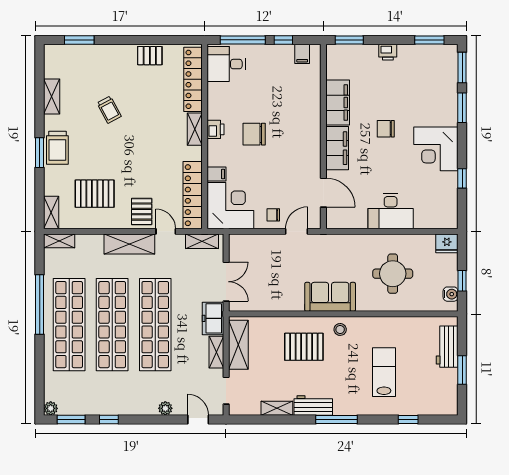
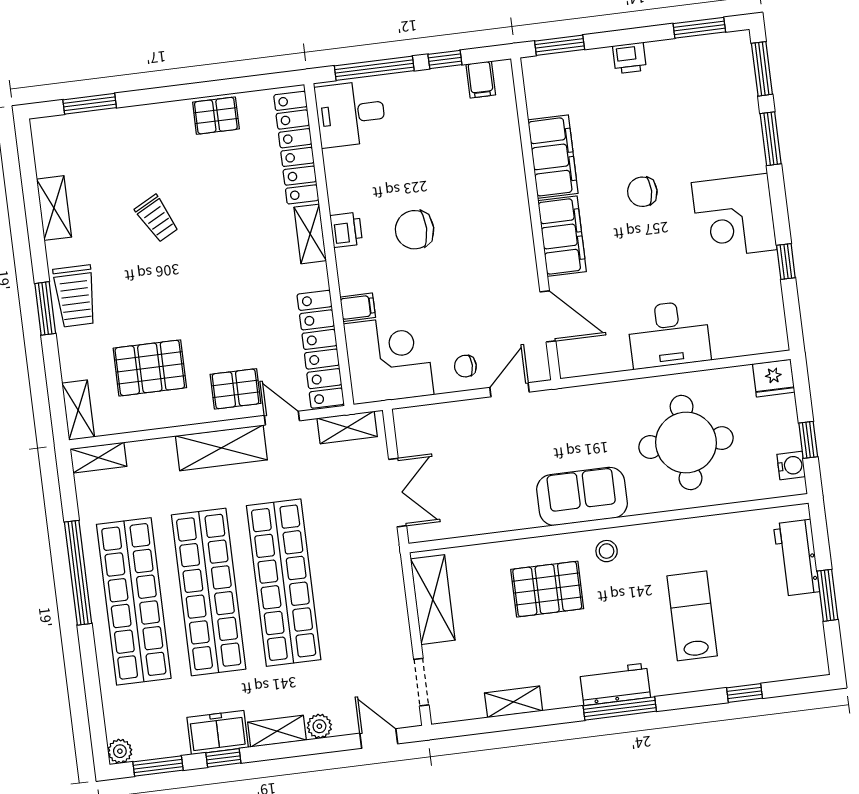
pallet: (142, 212) -> (236, 389), turned 90
round table: (393, 274) -> (686, 443), width x1.36, depth x1.36
freezer: (213, 318) -> (218, 732), moved, turned 90
shelving: (216, 352) -> (277, 731), moved, turned 90
workbench: (313, 405) -> (615, 684), moved

